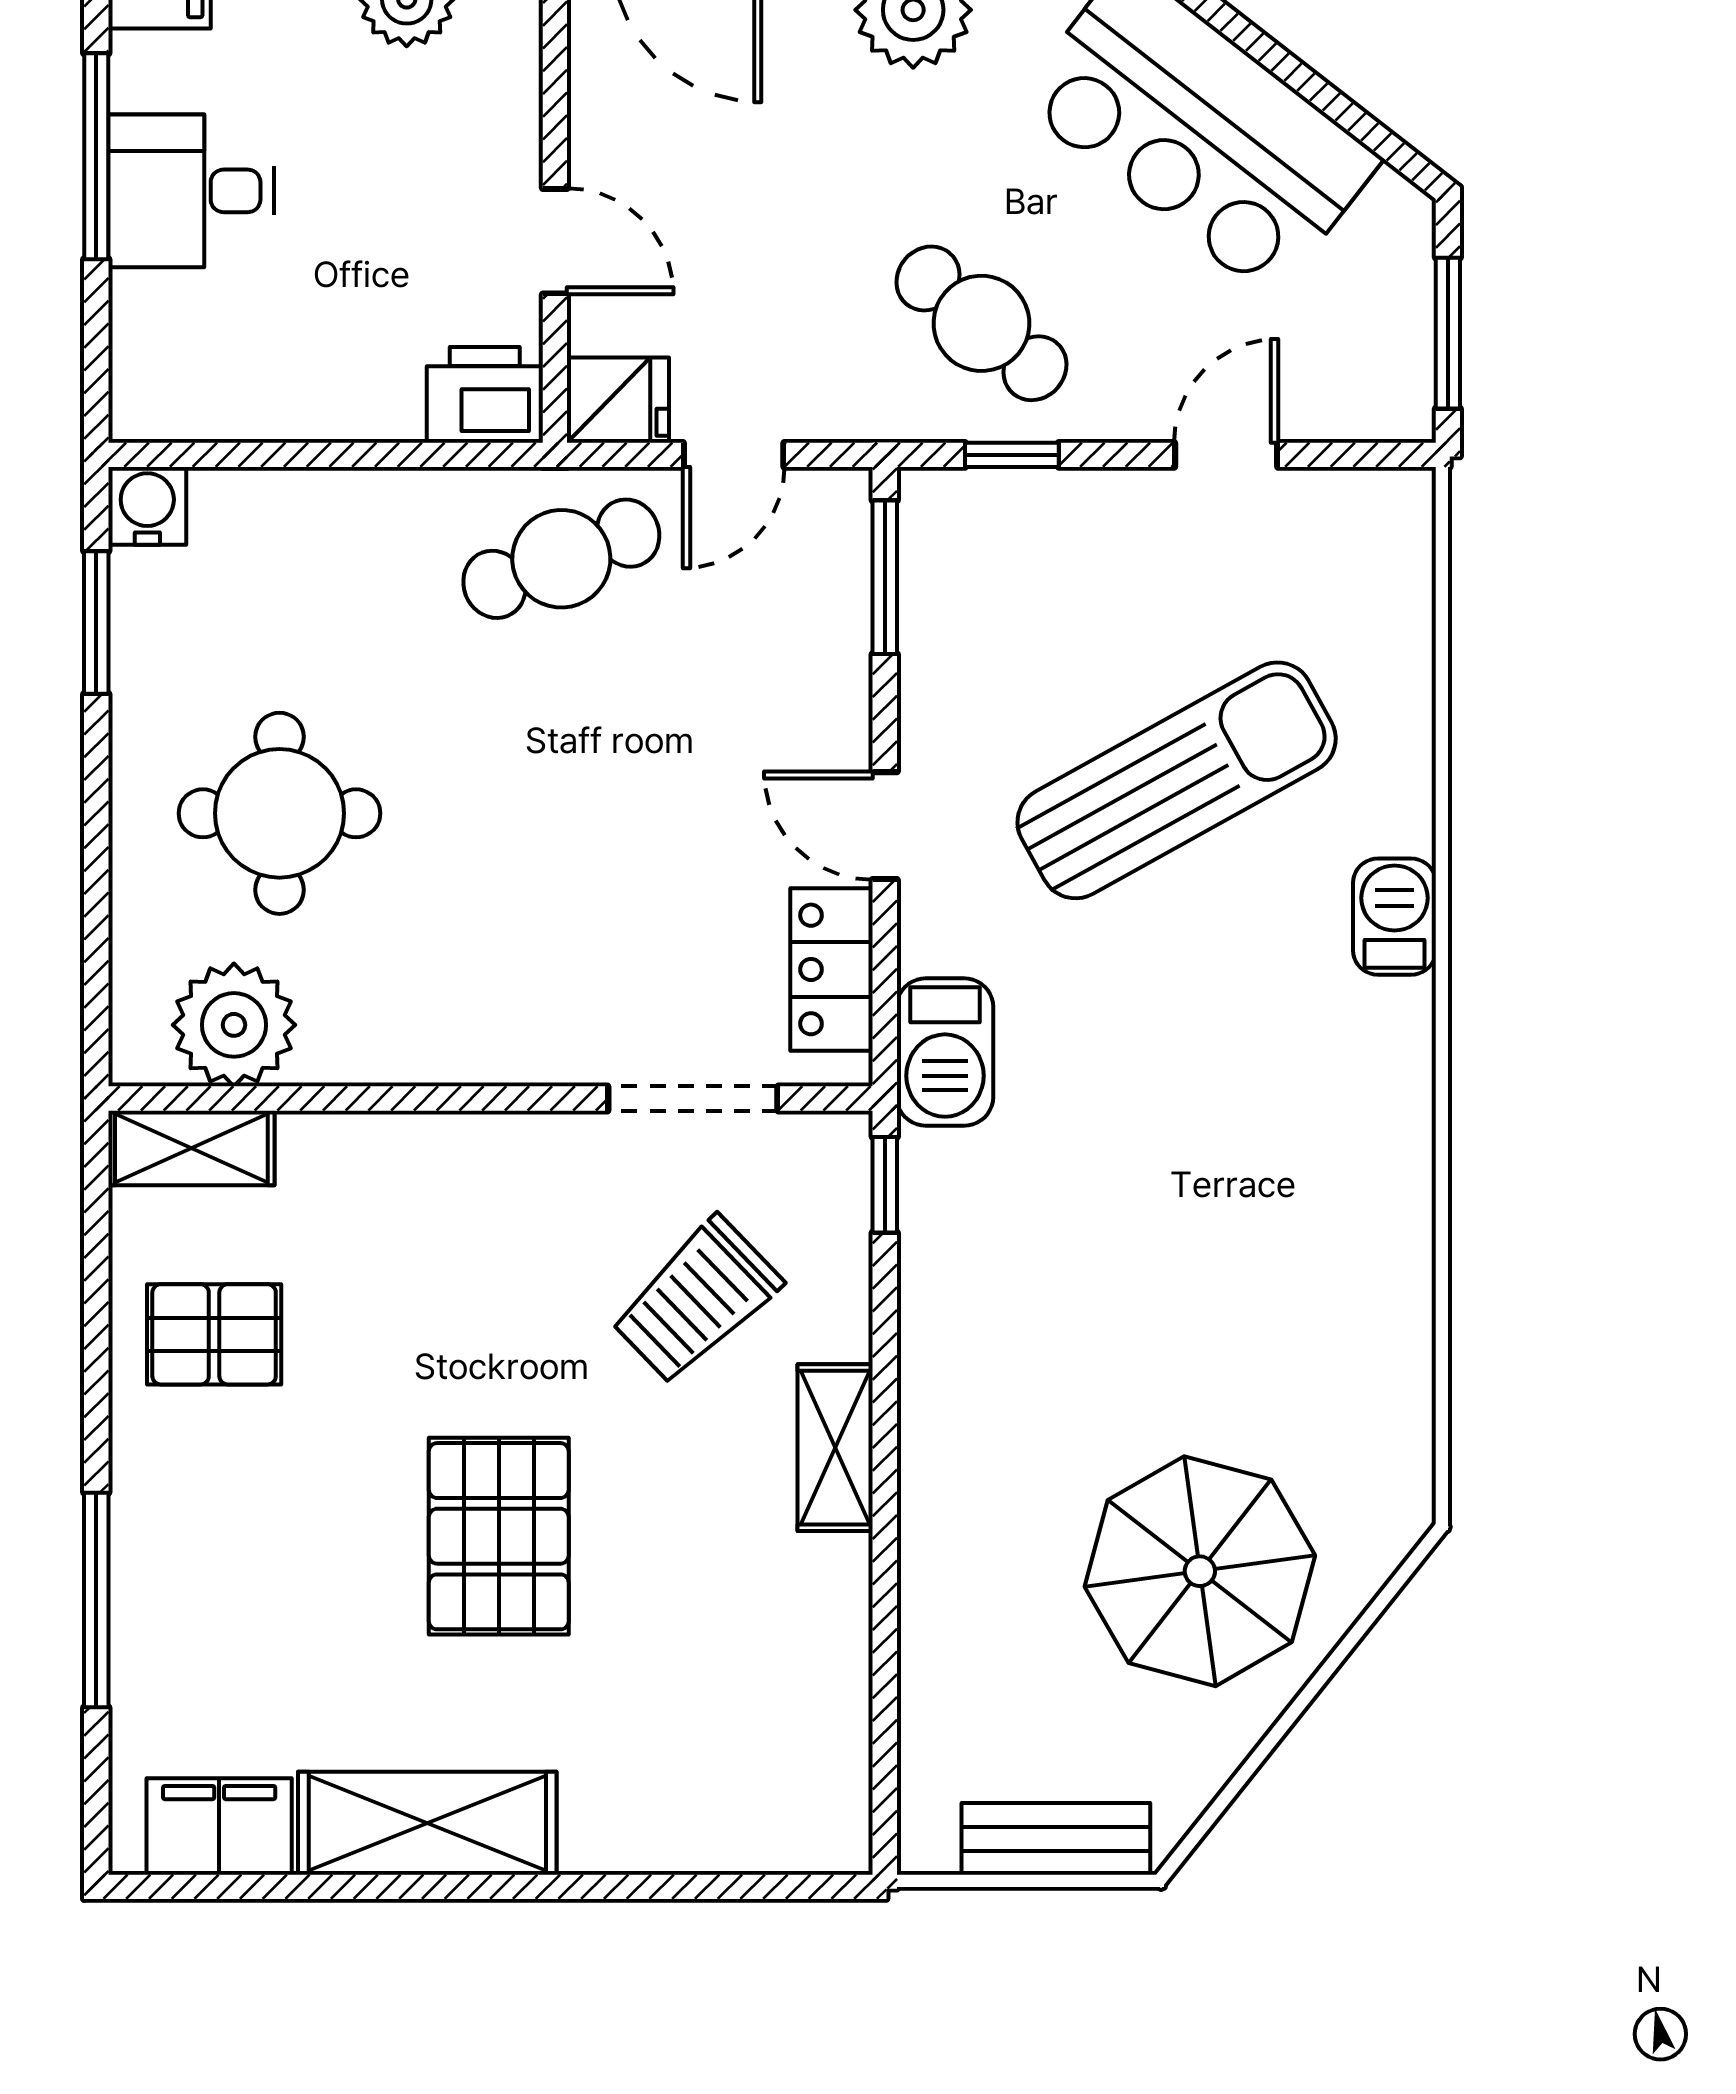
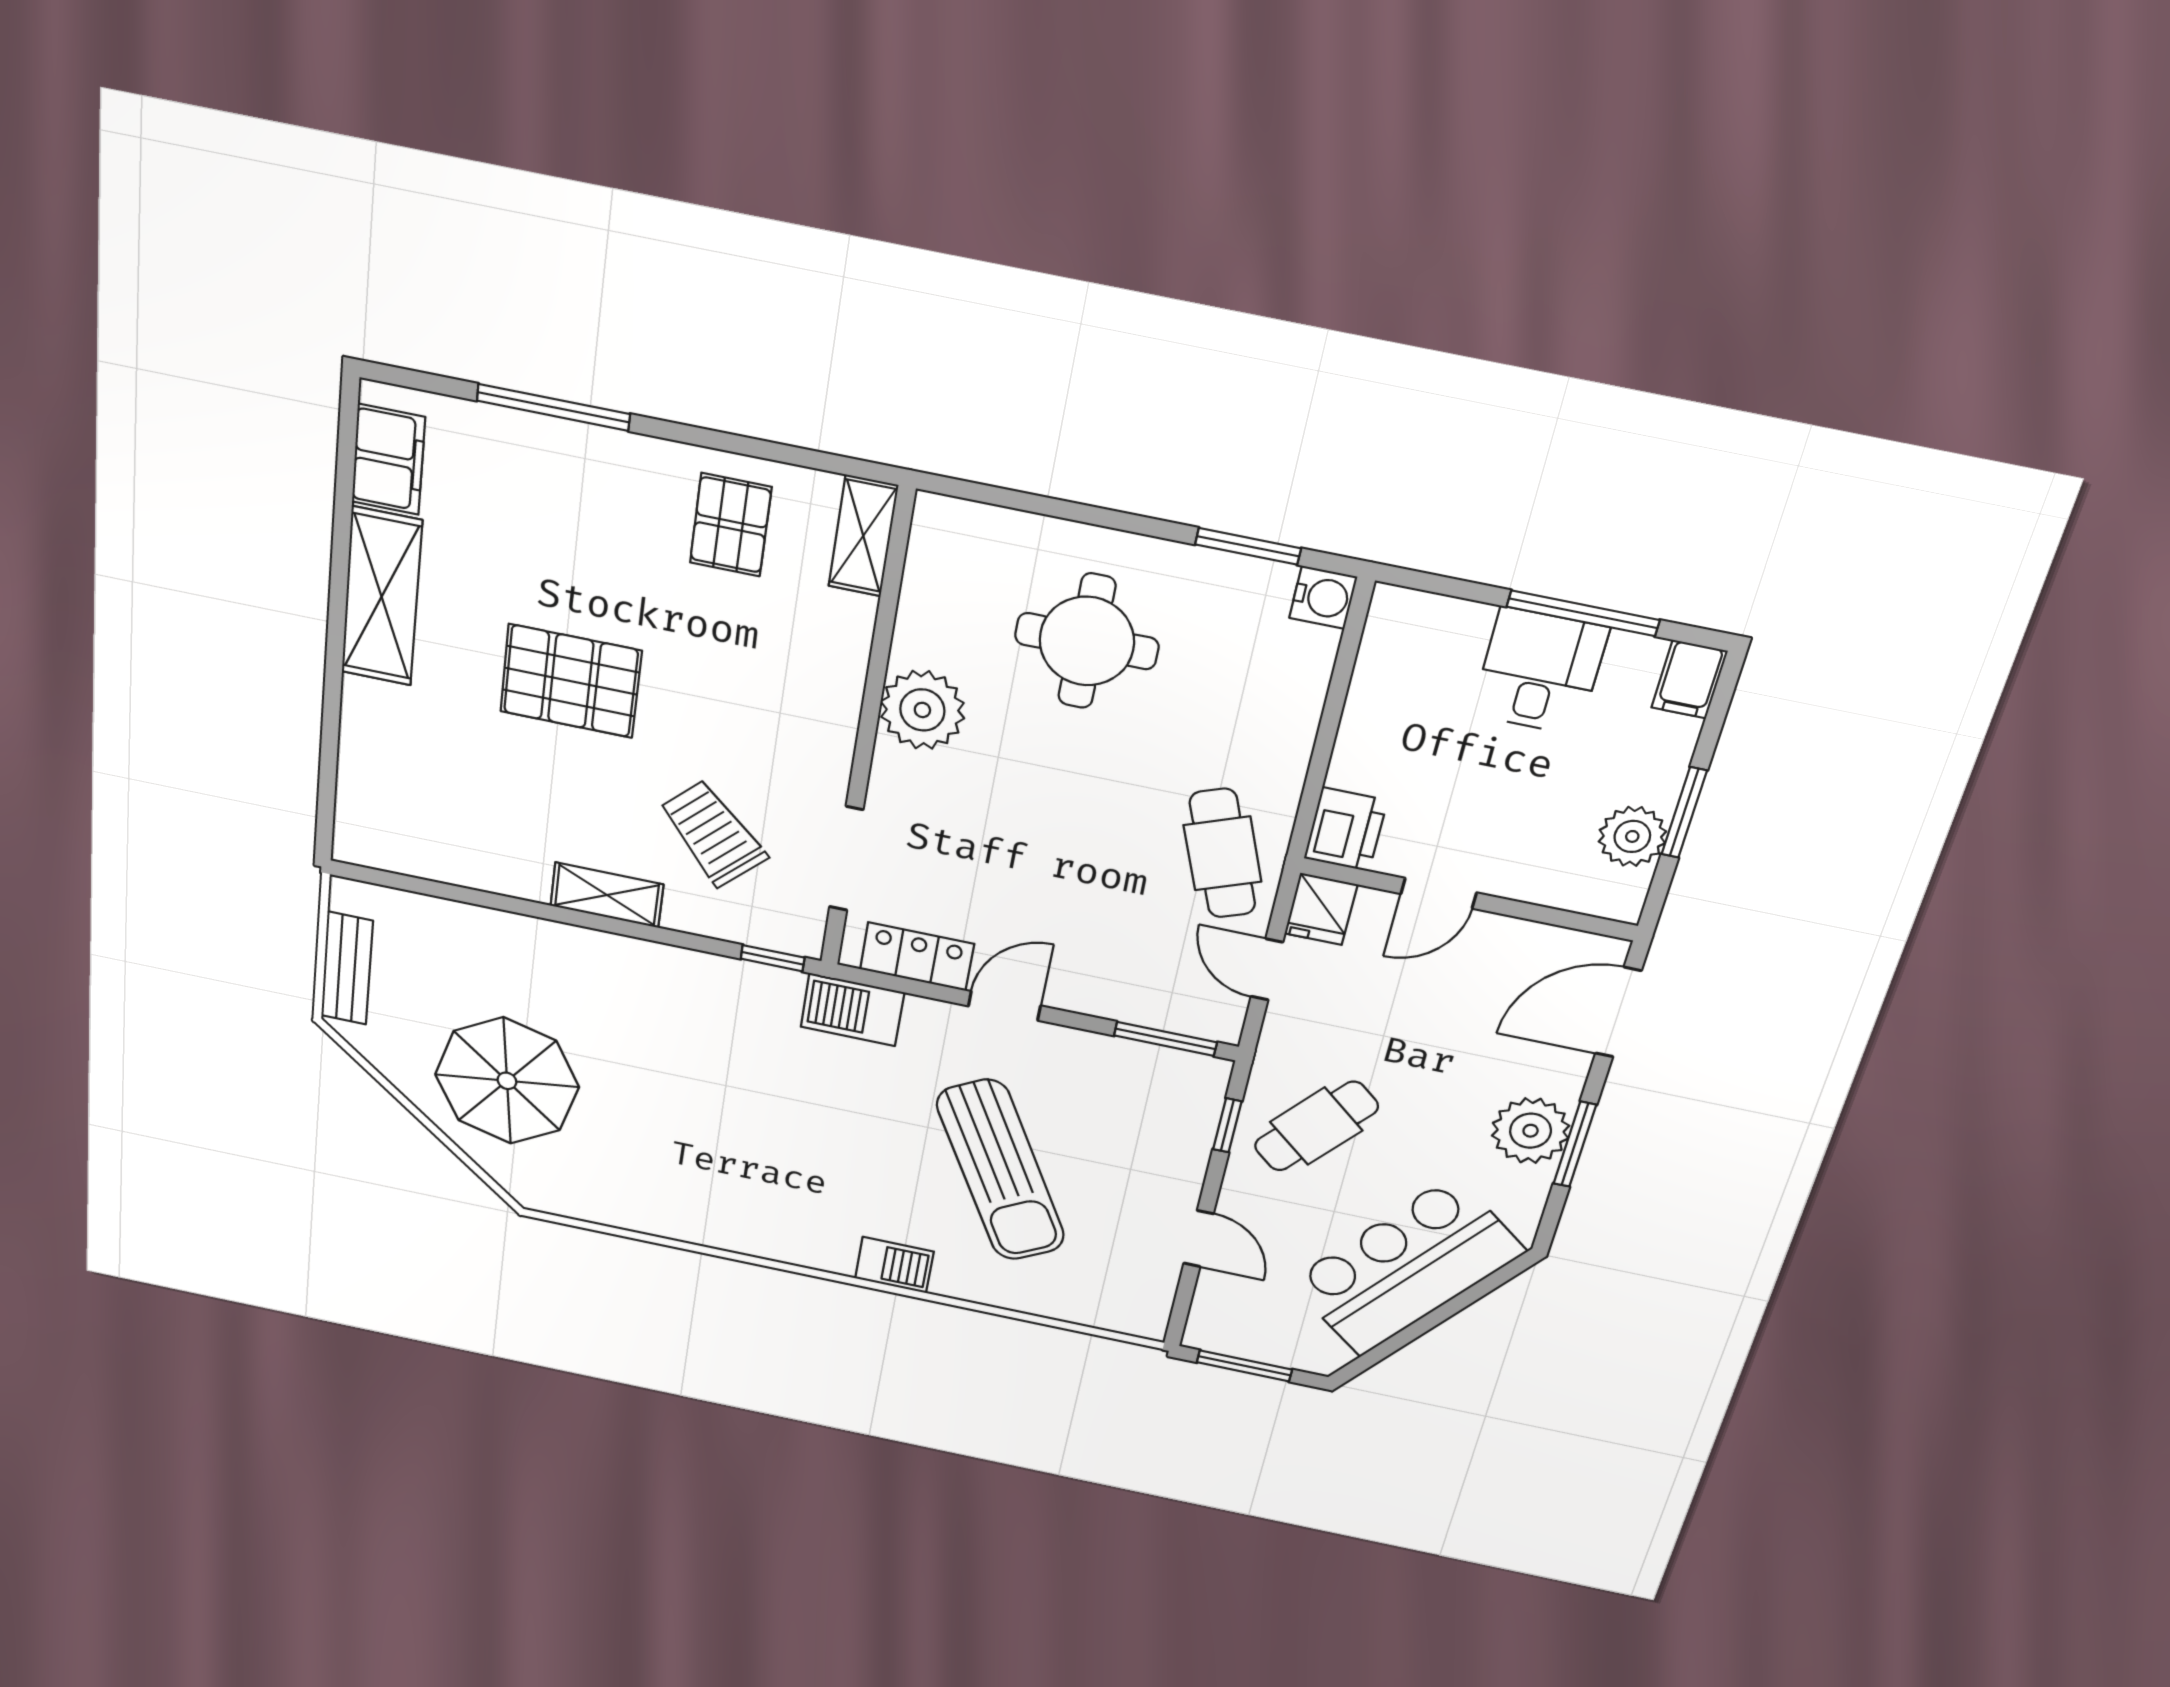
plant: (234, 1025) -> (922, 710), moved

